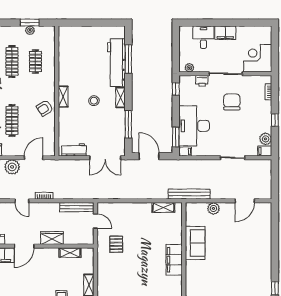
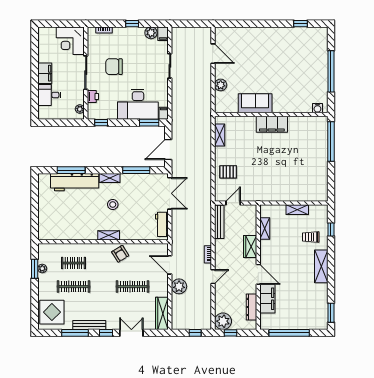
bench: (189, 194) -> (206, 109), removed
pallet: (116, 244) -> (228, 172), moved

